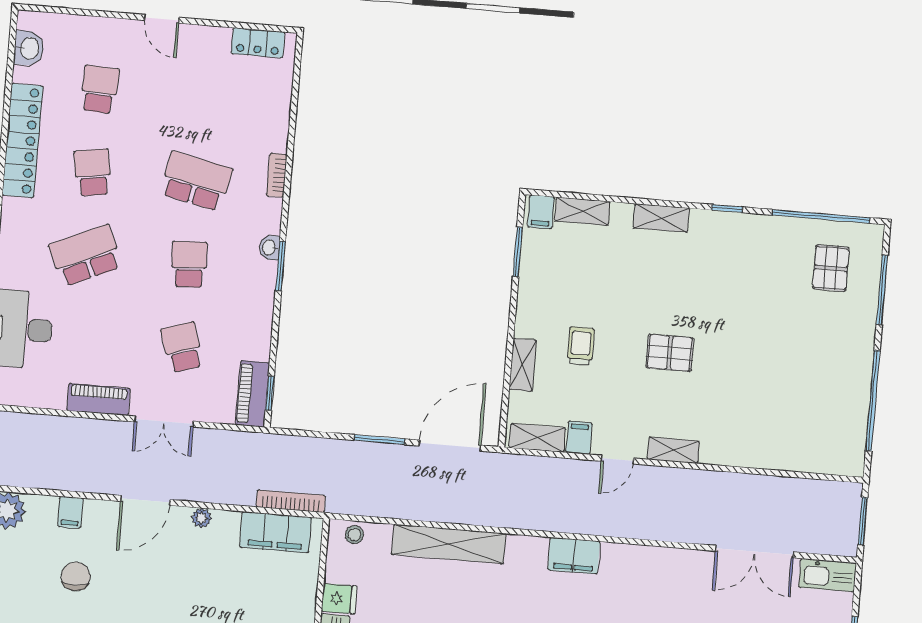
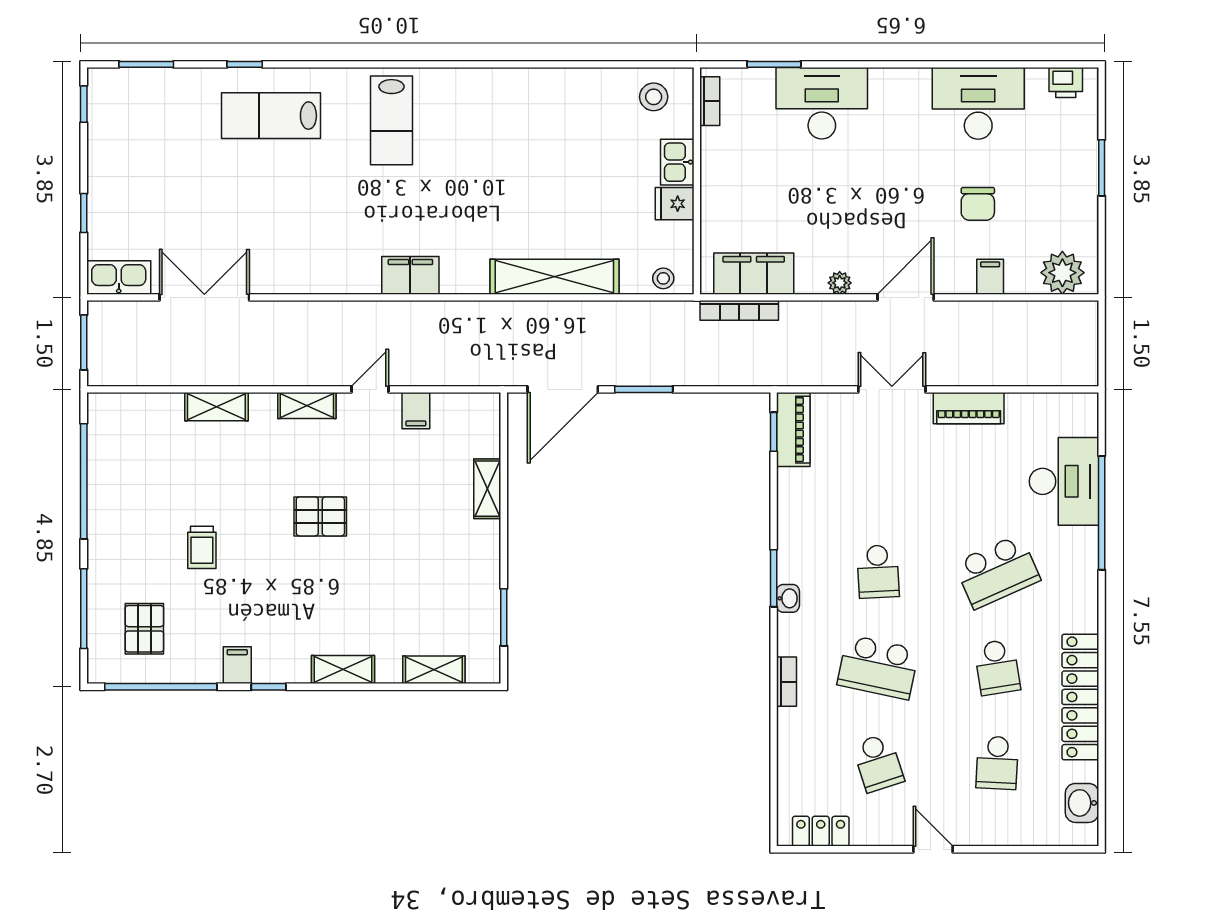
filing cabinet: (541, 212) -> (237, 665), moved
trolley: (581, 346) -> (202, 547), moved
school desk: (182, 347) -> (878, 763), moved
shelving: (537, 438) -> (216, 407), moved

